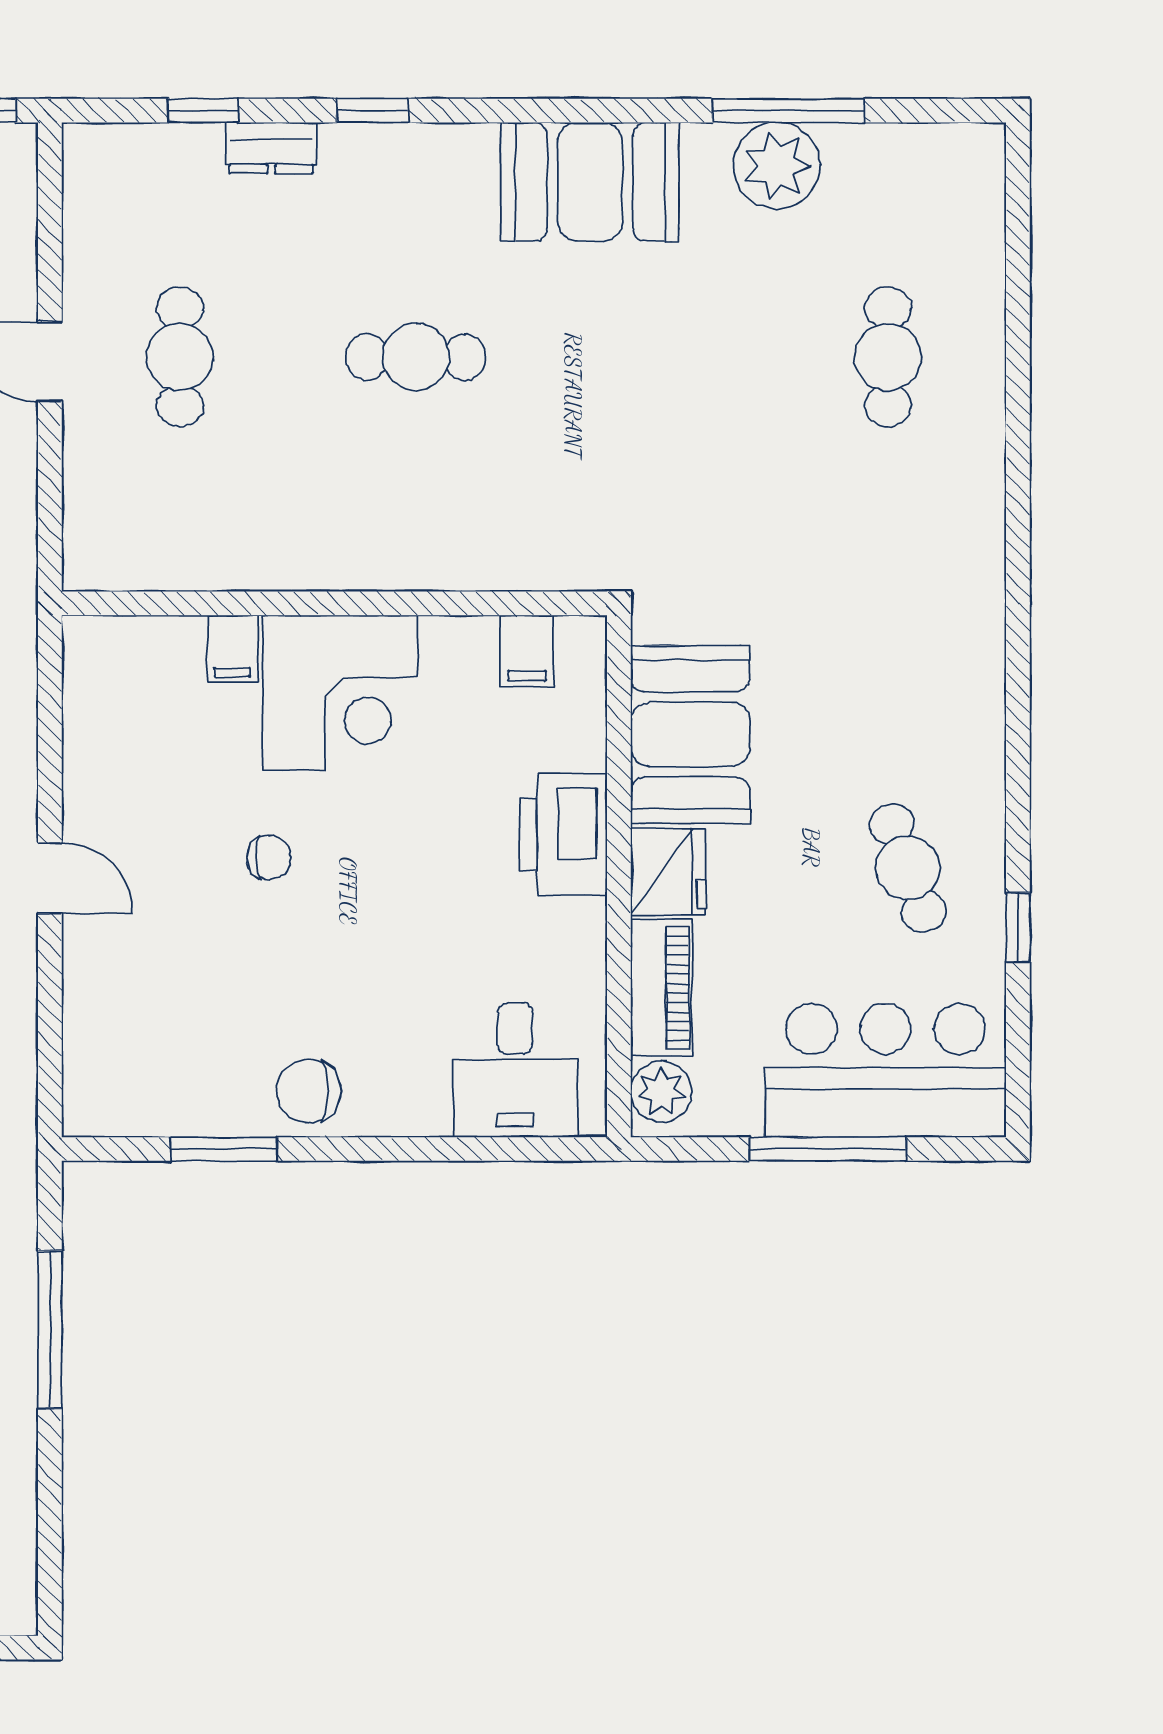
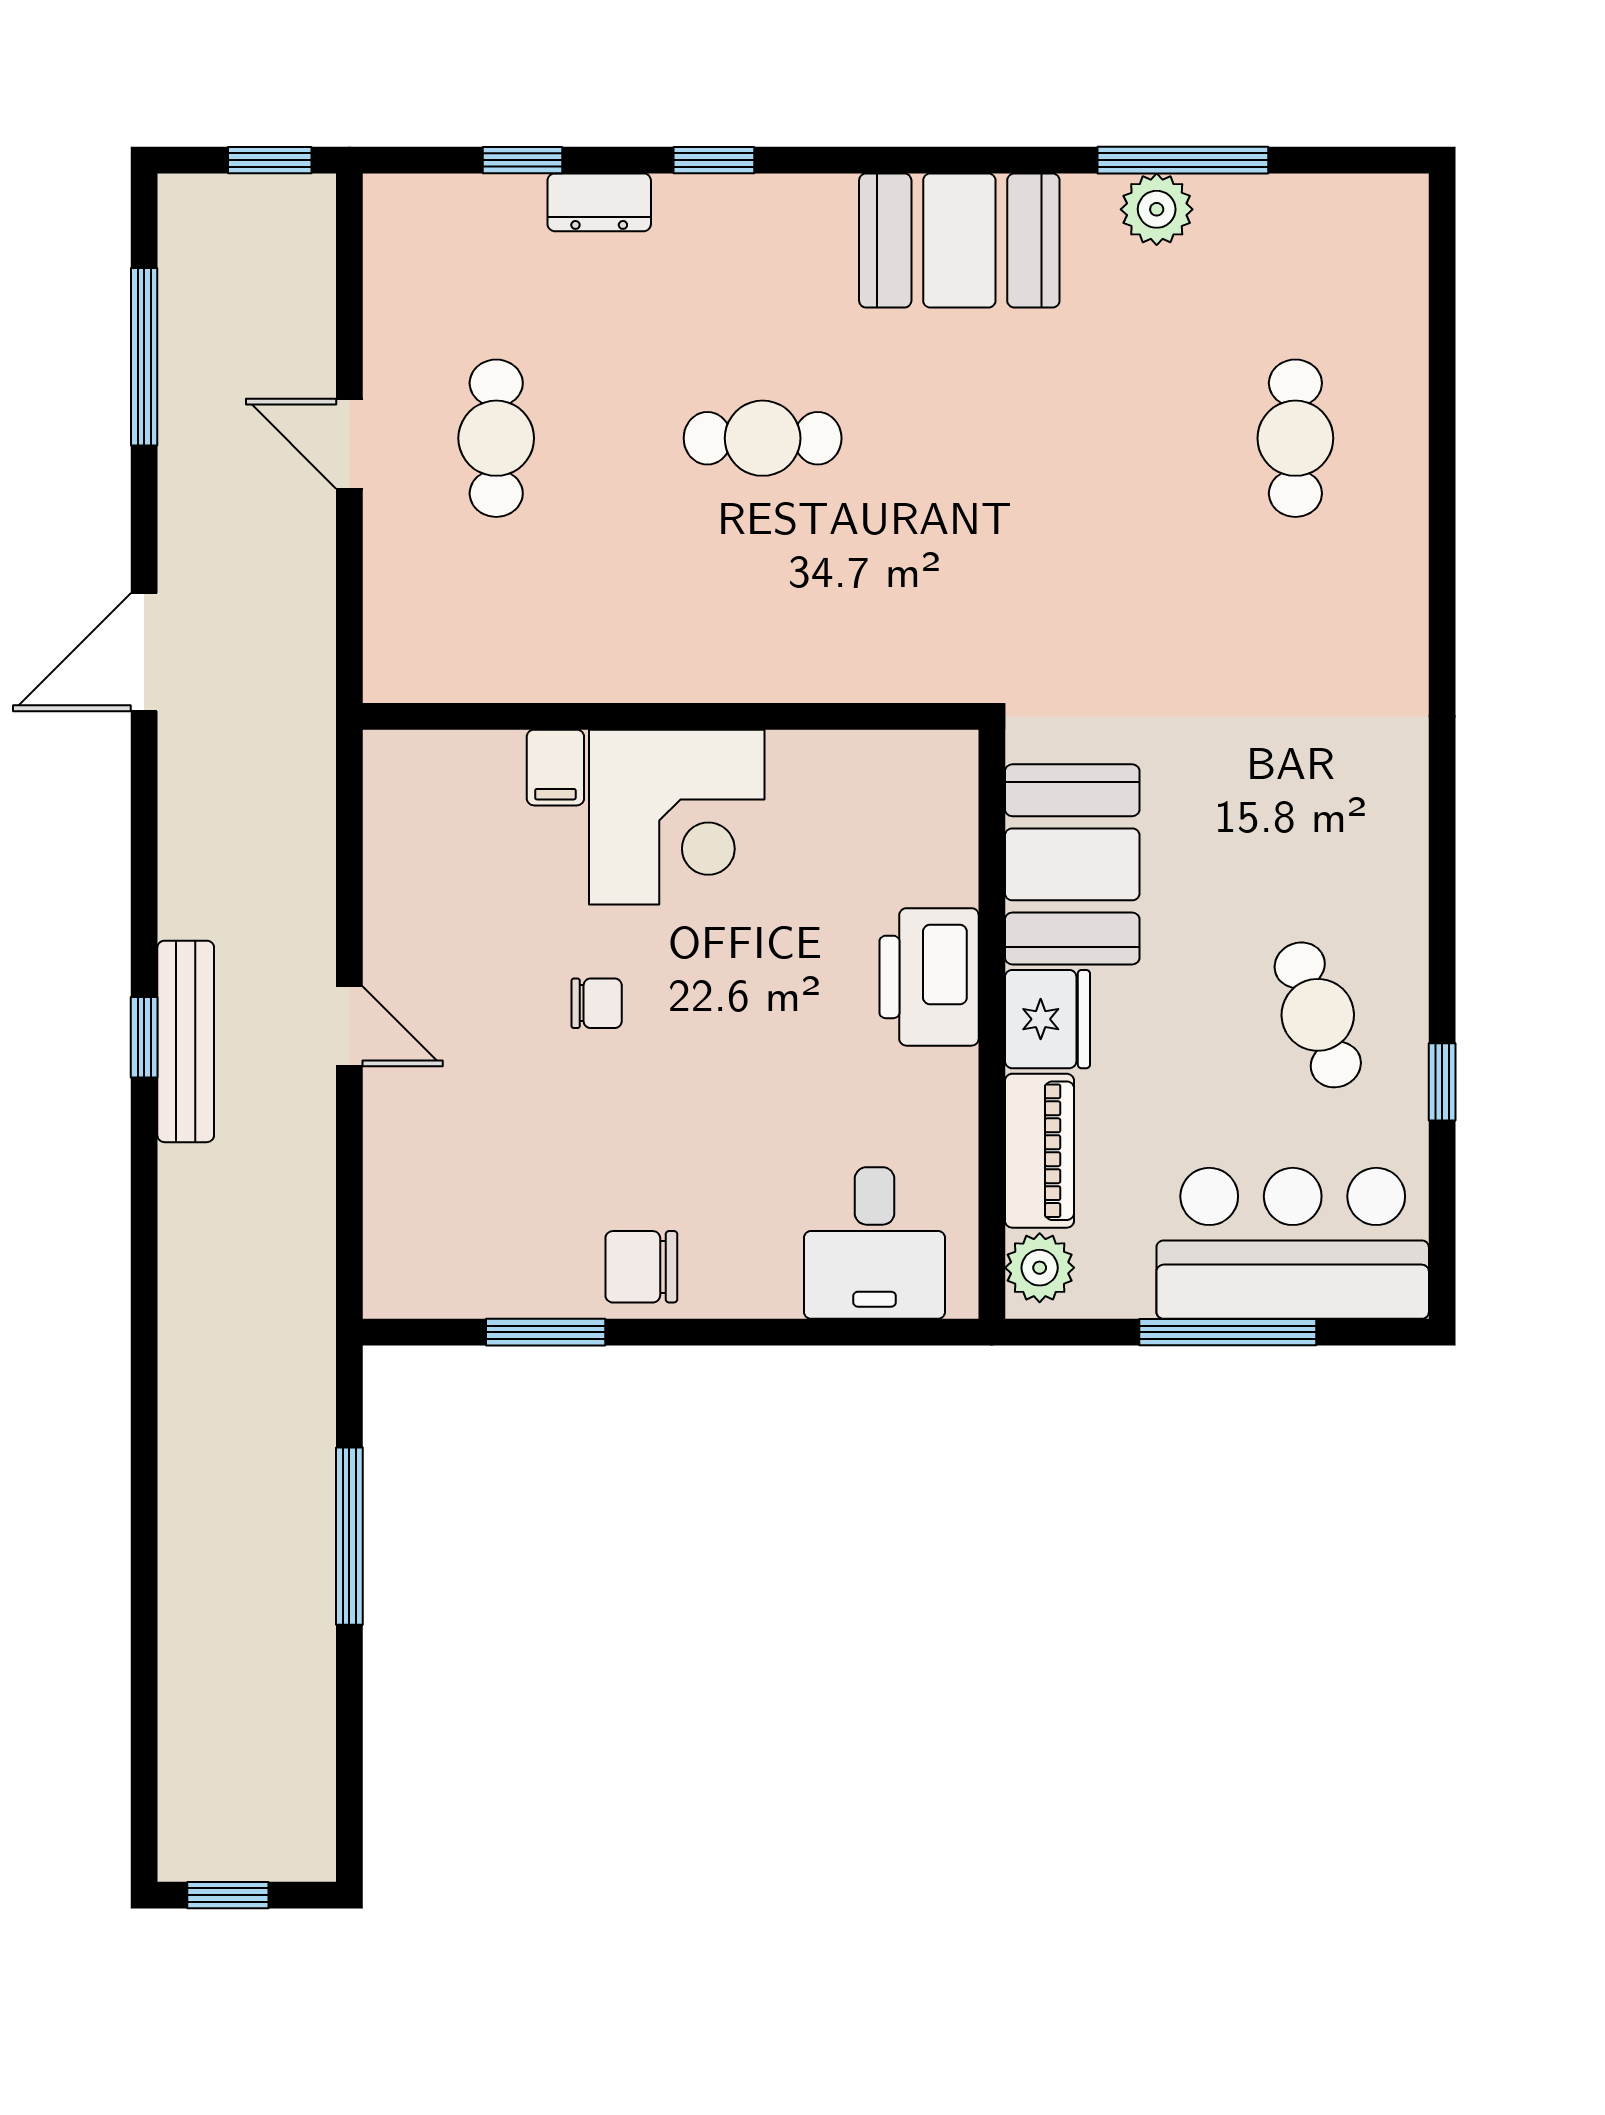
plant: (777, 166) -> (1157, 209), width x0.73, depth x0.73
filing cabinet: (527, 651) -> (888, 770), removed

